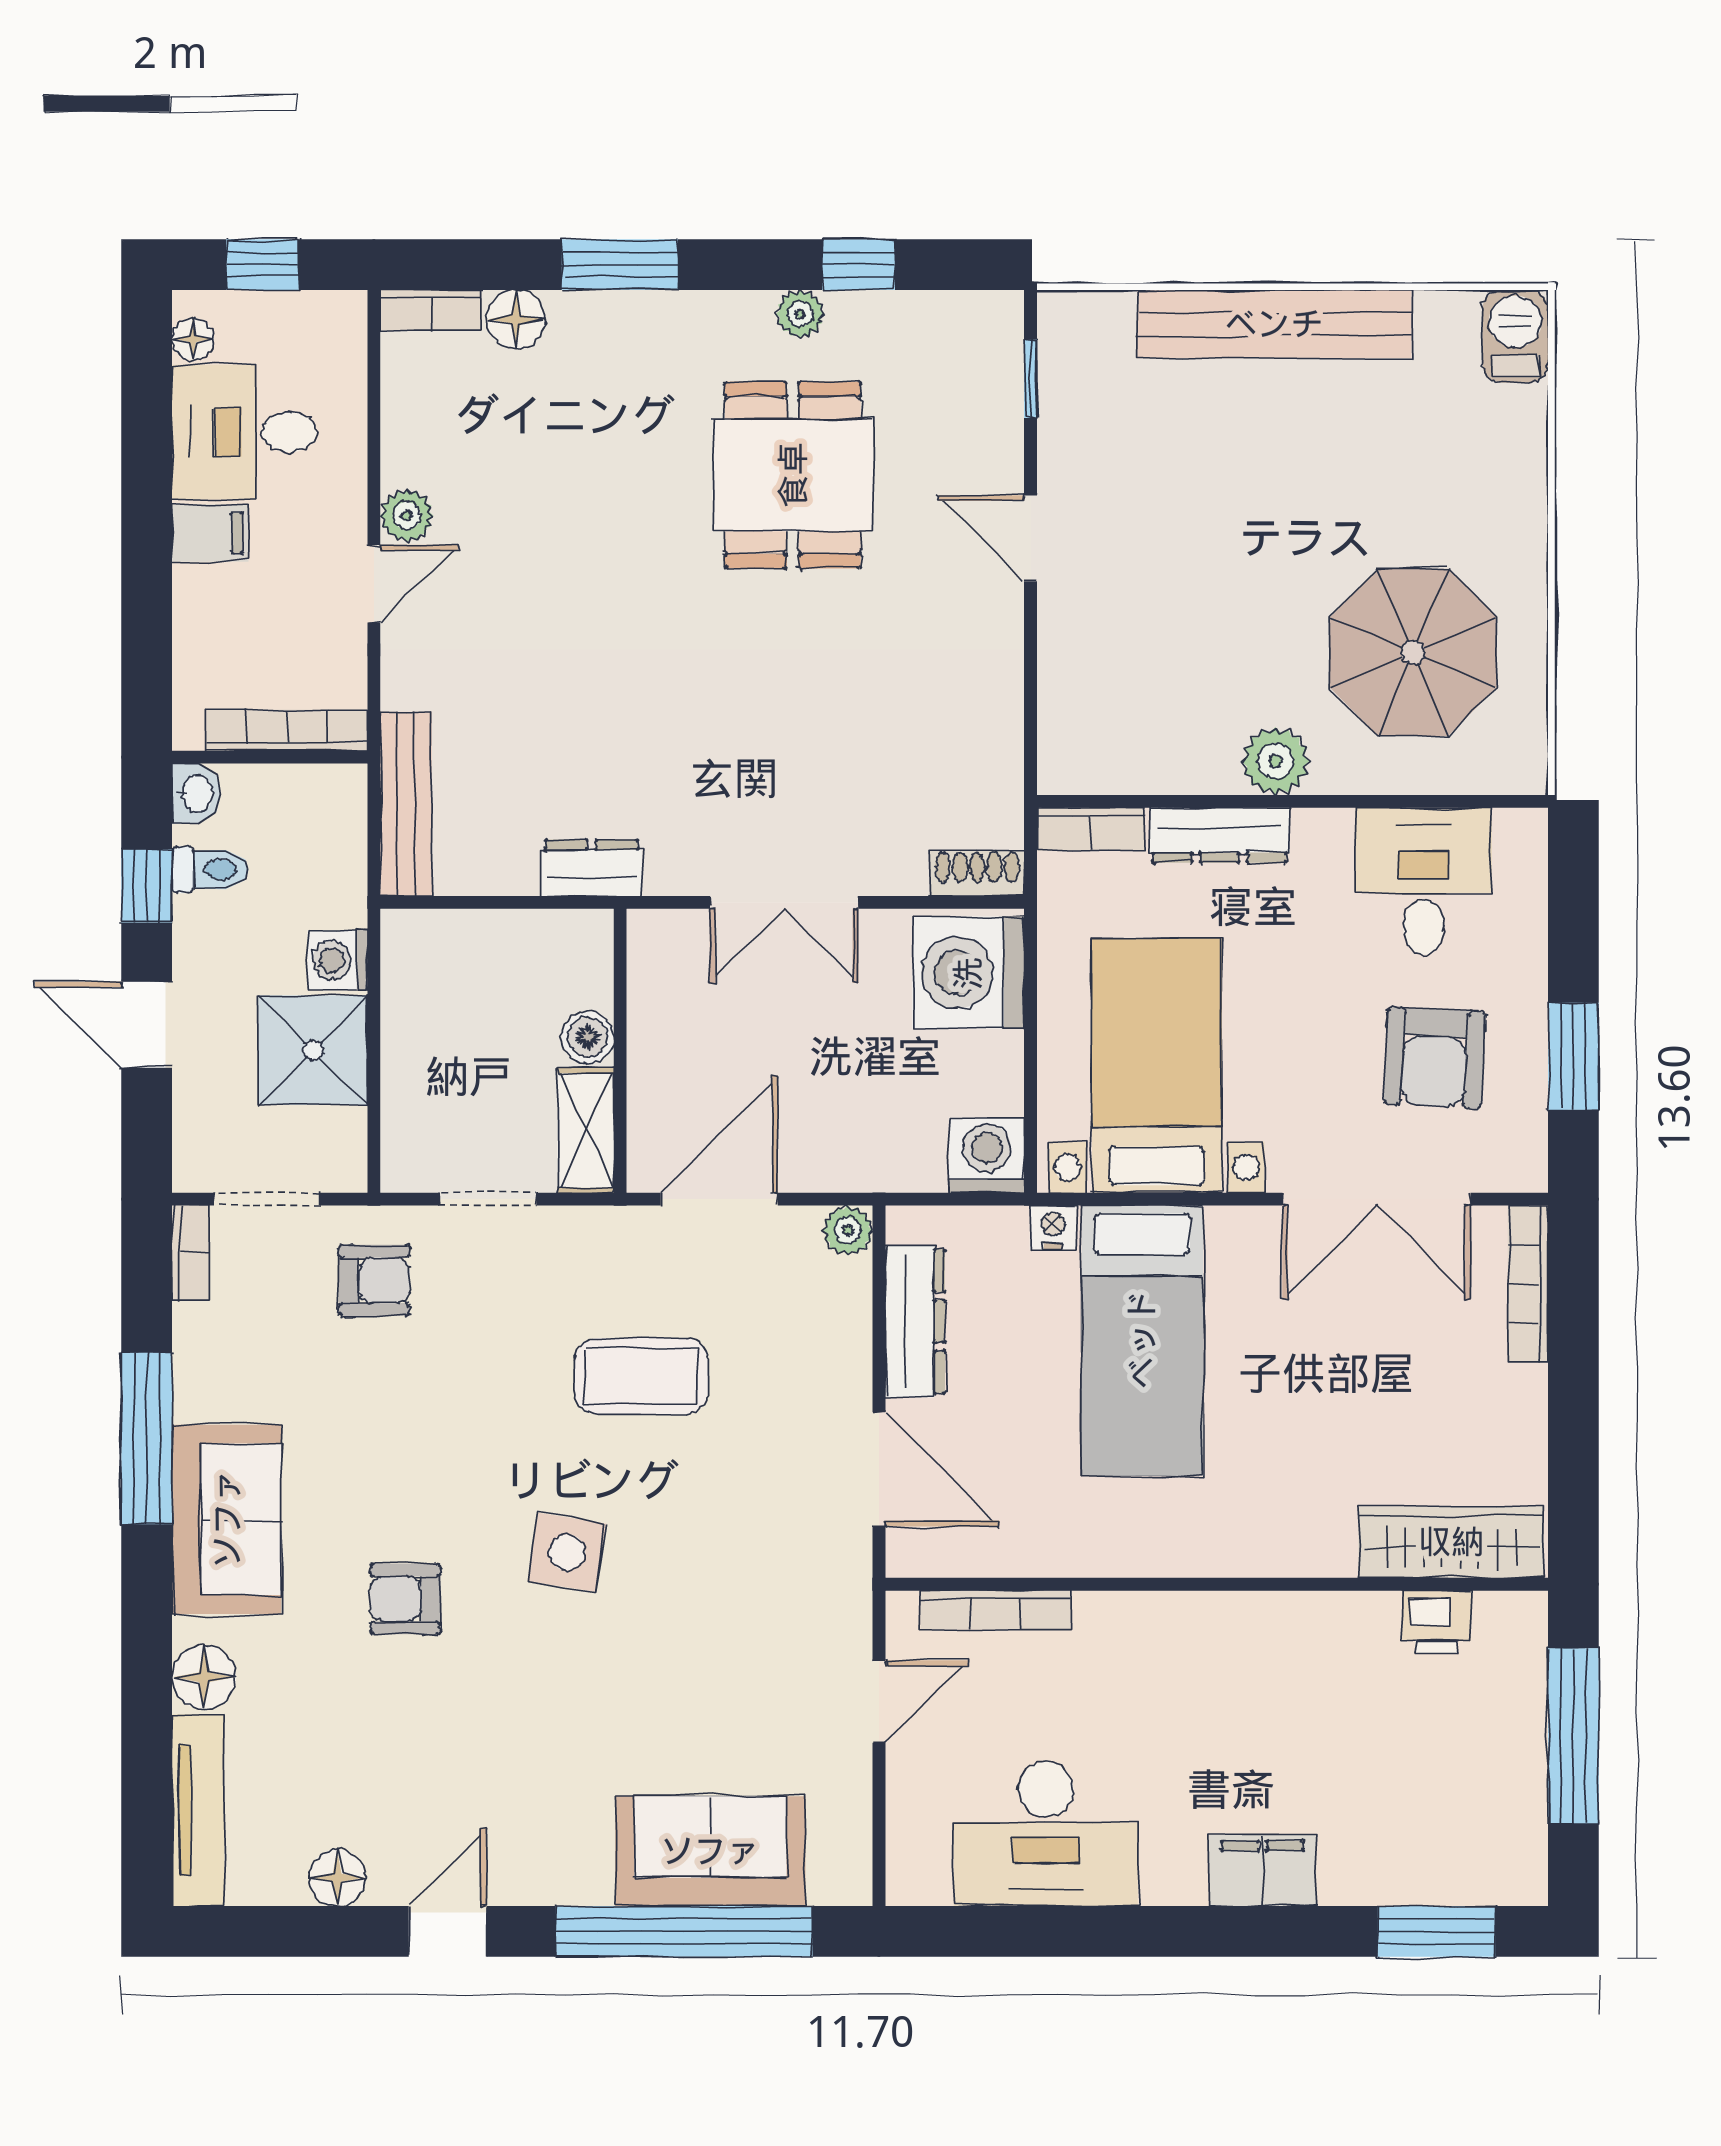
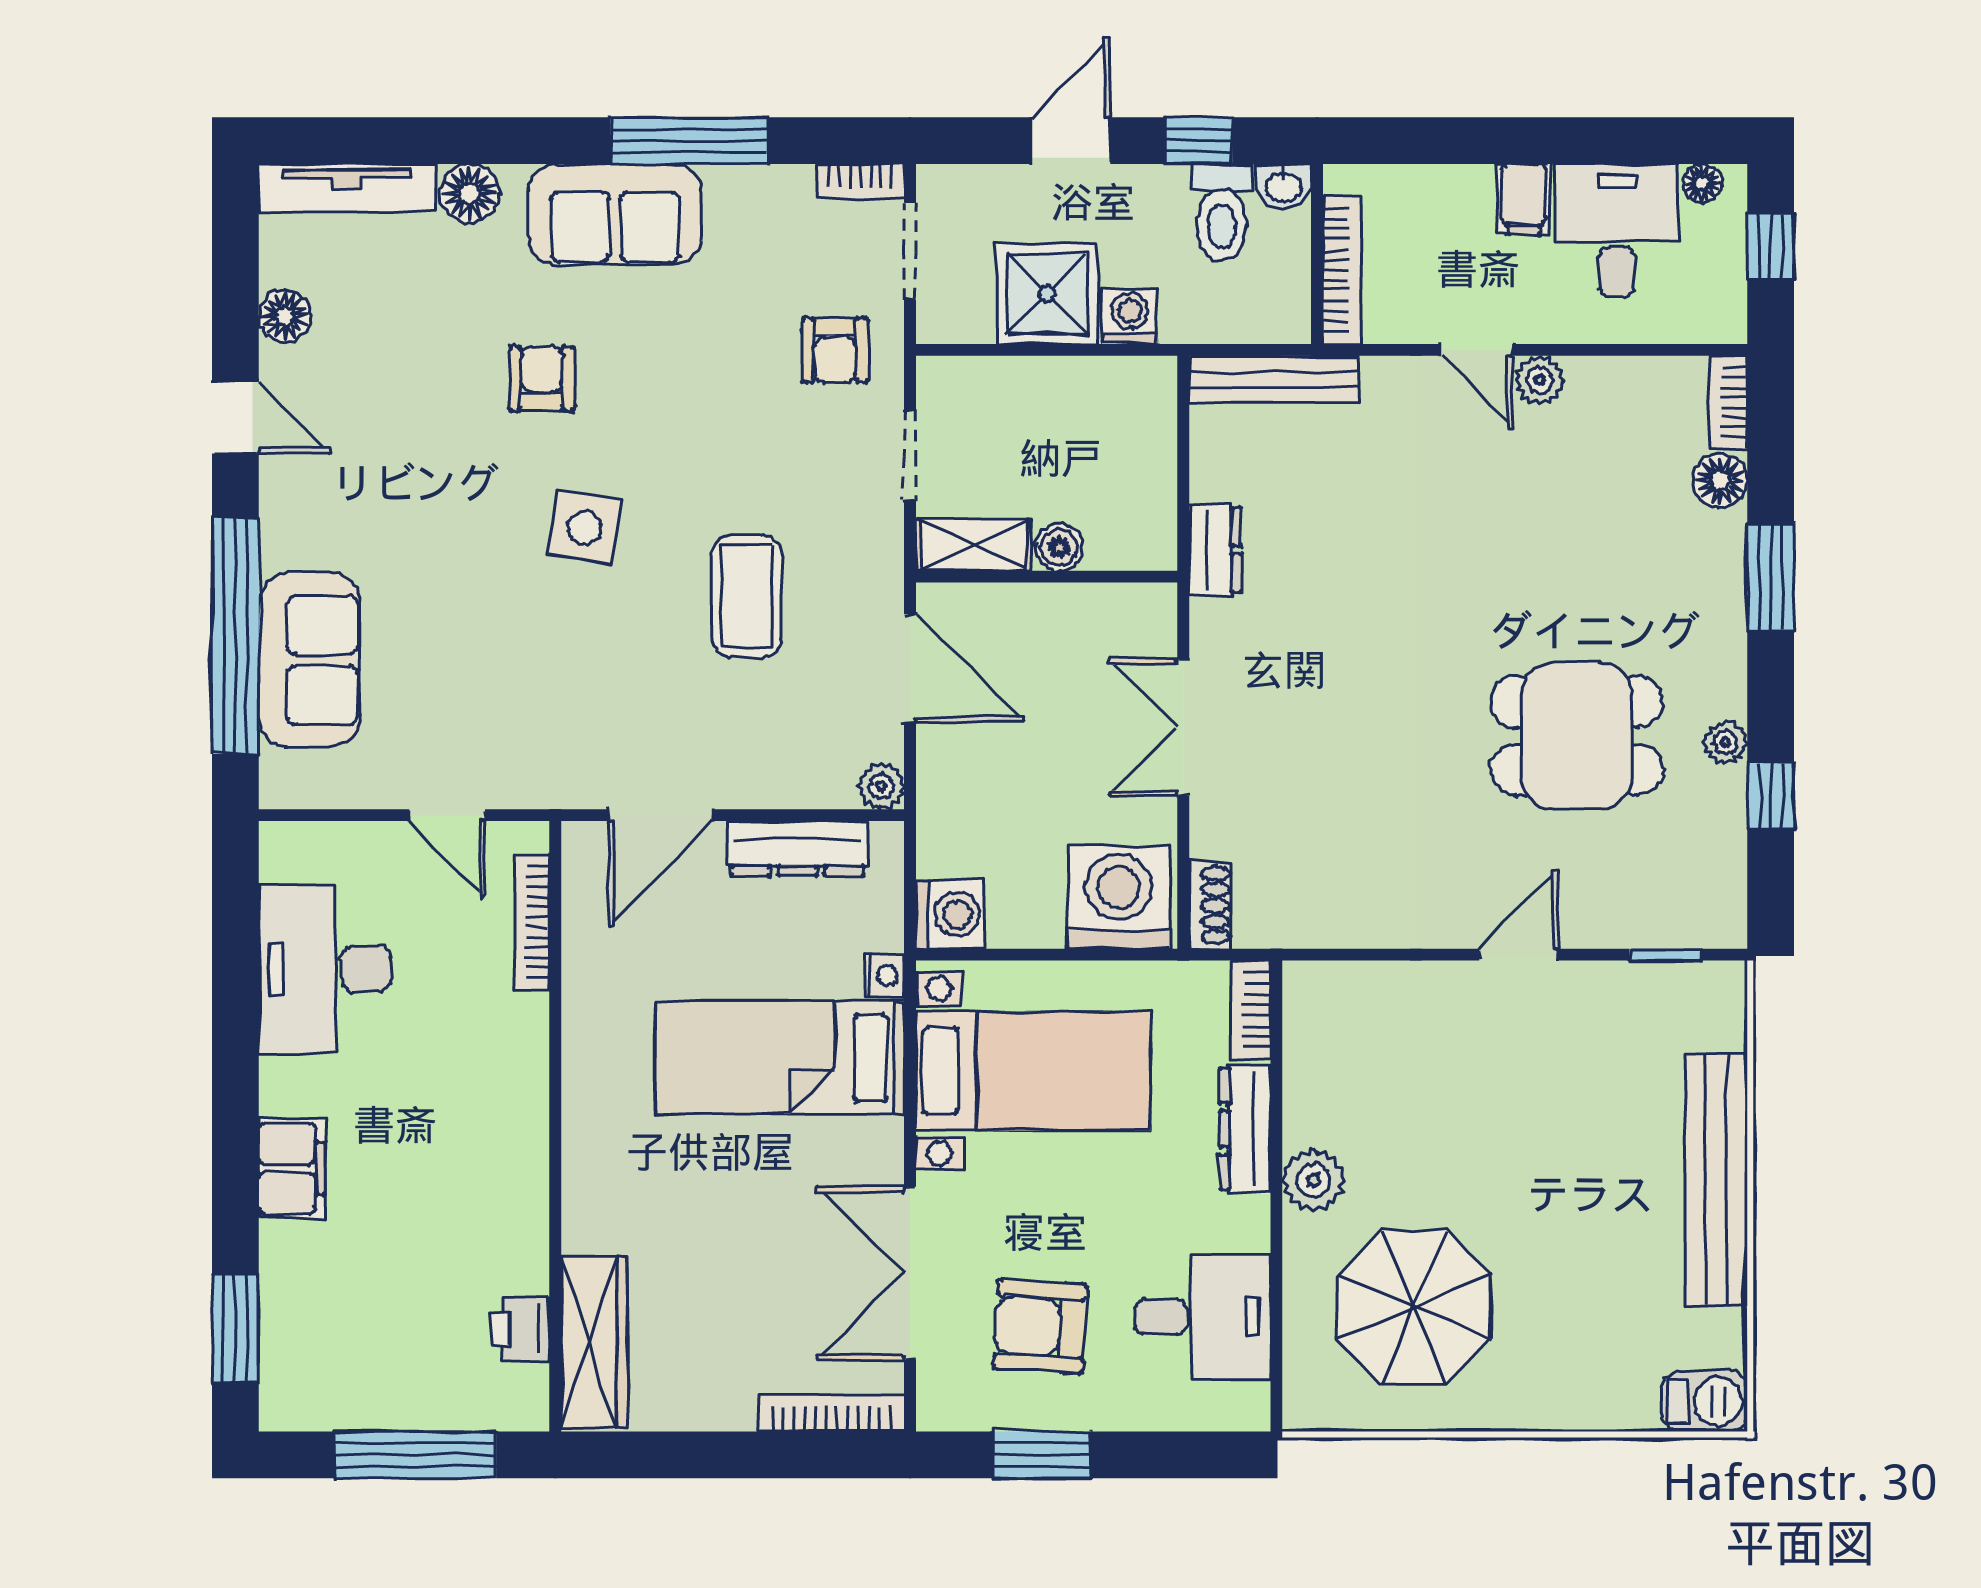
toilet: (210, 870) -> (1221, 213), width x1.37, depth x1.39

